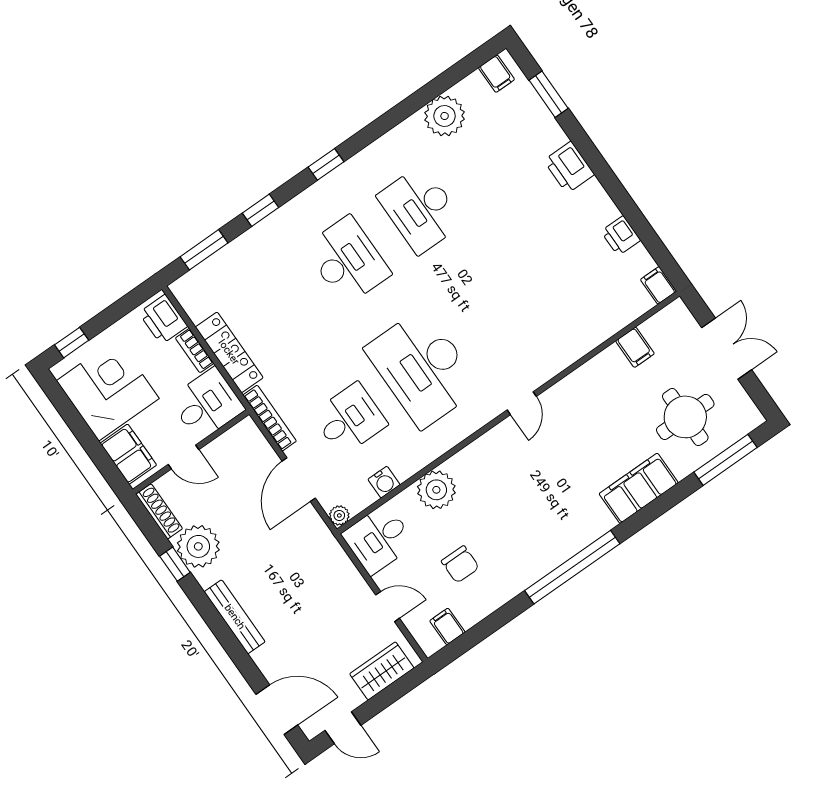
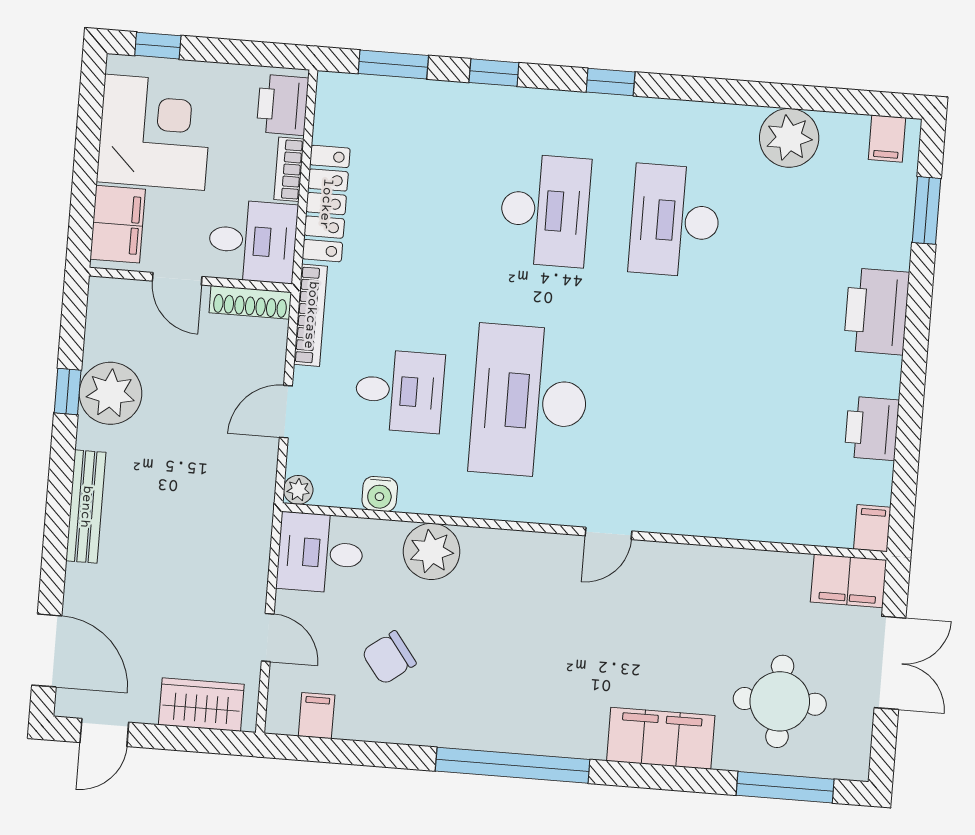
printer: (569, 167) -> (877, 311), width x1.37, depth x1.19
printer: (621, 236) -> (872, 428), width x1.36, depth x1.24
filing cabinet: (635, 347) -> (849, 581), moved, width x2.00
door: (299, 480) -> (286, 412), width x0.73
shoe rack: (159, 511) -> (250, 302), moved, turned 90
chair: (460, 564) -> (389, 658), turned 53
door: (343, 728) -> (104, 732), hinge flipped

